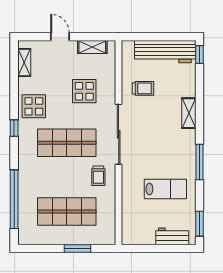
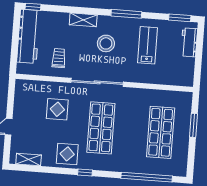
shelving: (92, 47) -> (20, 99), removed
stool: (164, 141) -> (106, 43), added
trolley: (98, 176) -> (132, 103), removed

